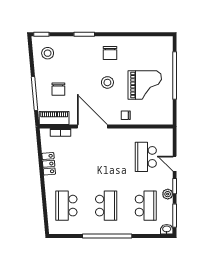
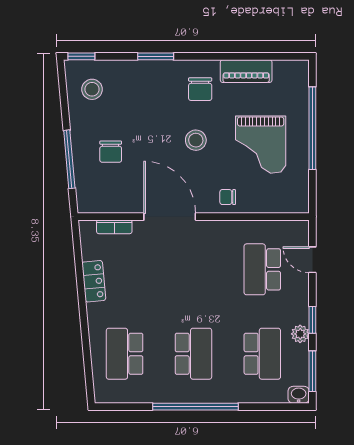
grand piano: (145, 85) -> (261, 145), turned 90
piano: (54, 118) -> (246, 71), moved, turned 180
door: (175, 164) -> (312, 260), moved

